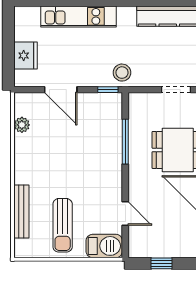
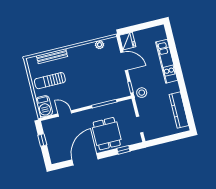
fridge: (26, 56) -> (128, 41), moved, turned -90
door: (61, 90) -> (124, 61), swing flipped
door: (125, 214) -> (65, 113), swing flipped

